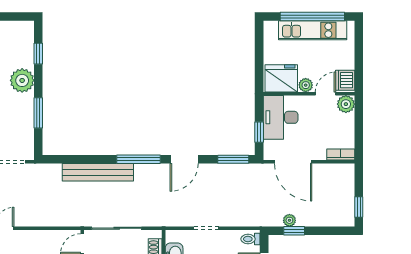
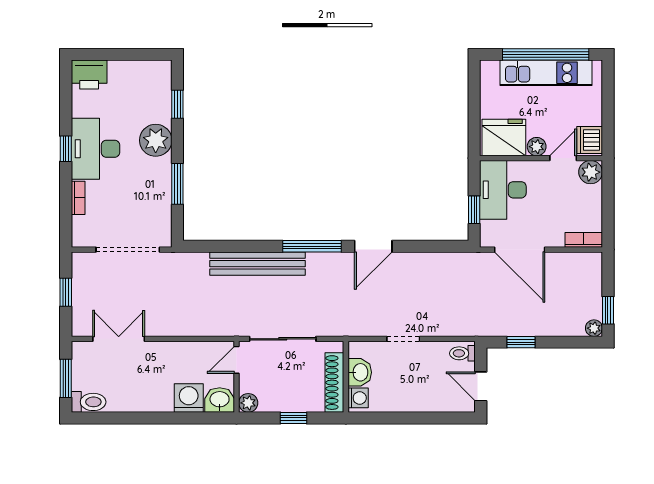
window: (233, 159) -> (439, 246), removed
plant: (289, 220) -> (594, 328), moved

